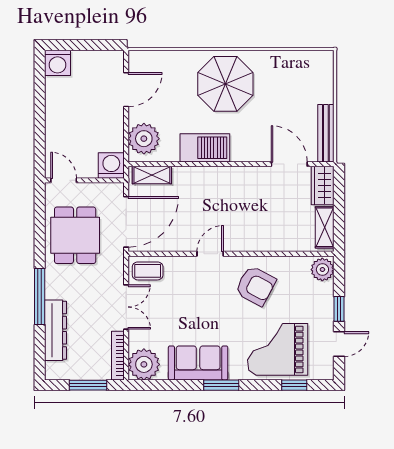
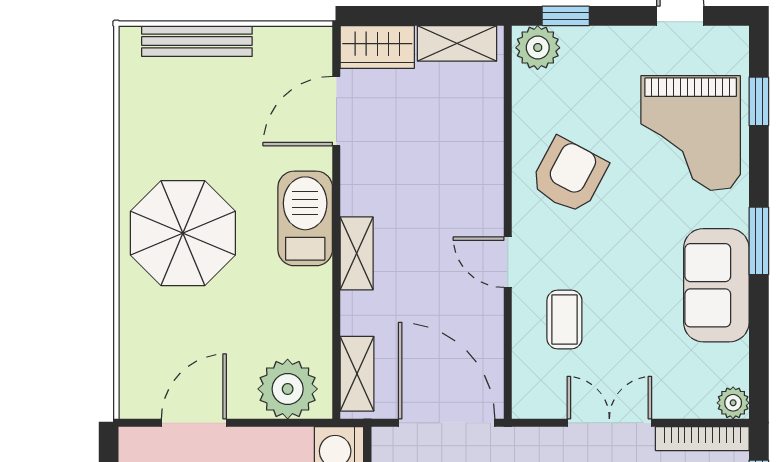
door: (126, 90) -> (194, 423), hinge flipped
bench: (326, 133) -> (197, 41), moved
barbecue: (205, 148) -> (305, 218), moved
shelving: (215, 175) -> (357, 253), added
coffee table: (148, 271) -> (564, 319), moved
window: (339, 309) -> (566, 16), moved
plant: (144, 364) -> (733, 403), width x0.53, depth x0.53

